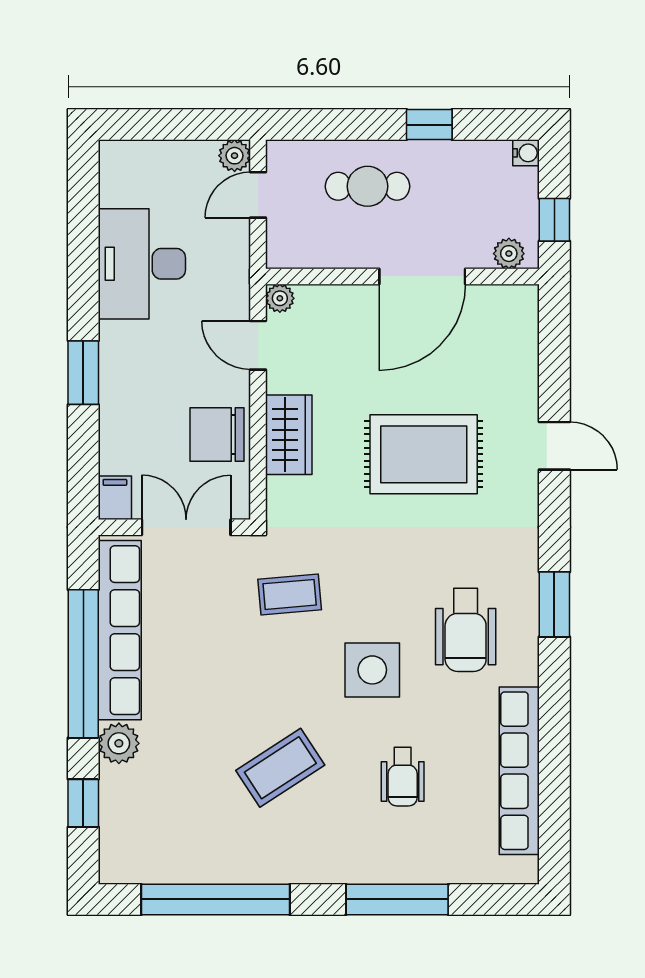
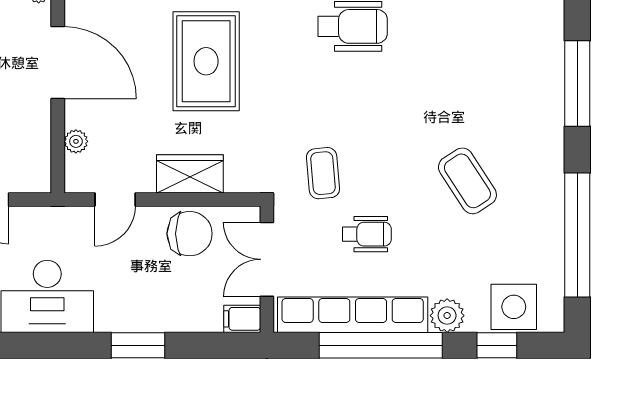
plant: (280, 298) -> (76, 141), moved
chair: (217, 435) -> (190, 234), turned -90
side table: (372, 670) -> (514, 307), moved
wheelchair: (403, 777) -> (367, 234), moved

